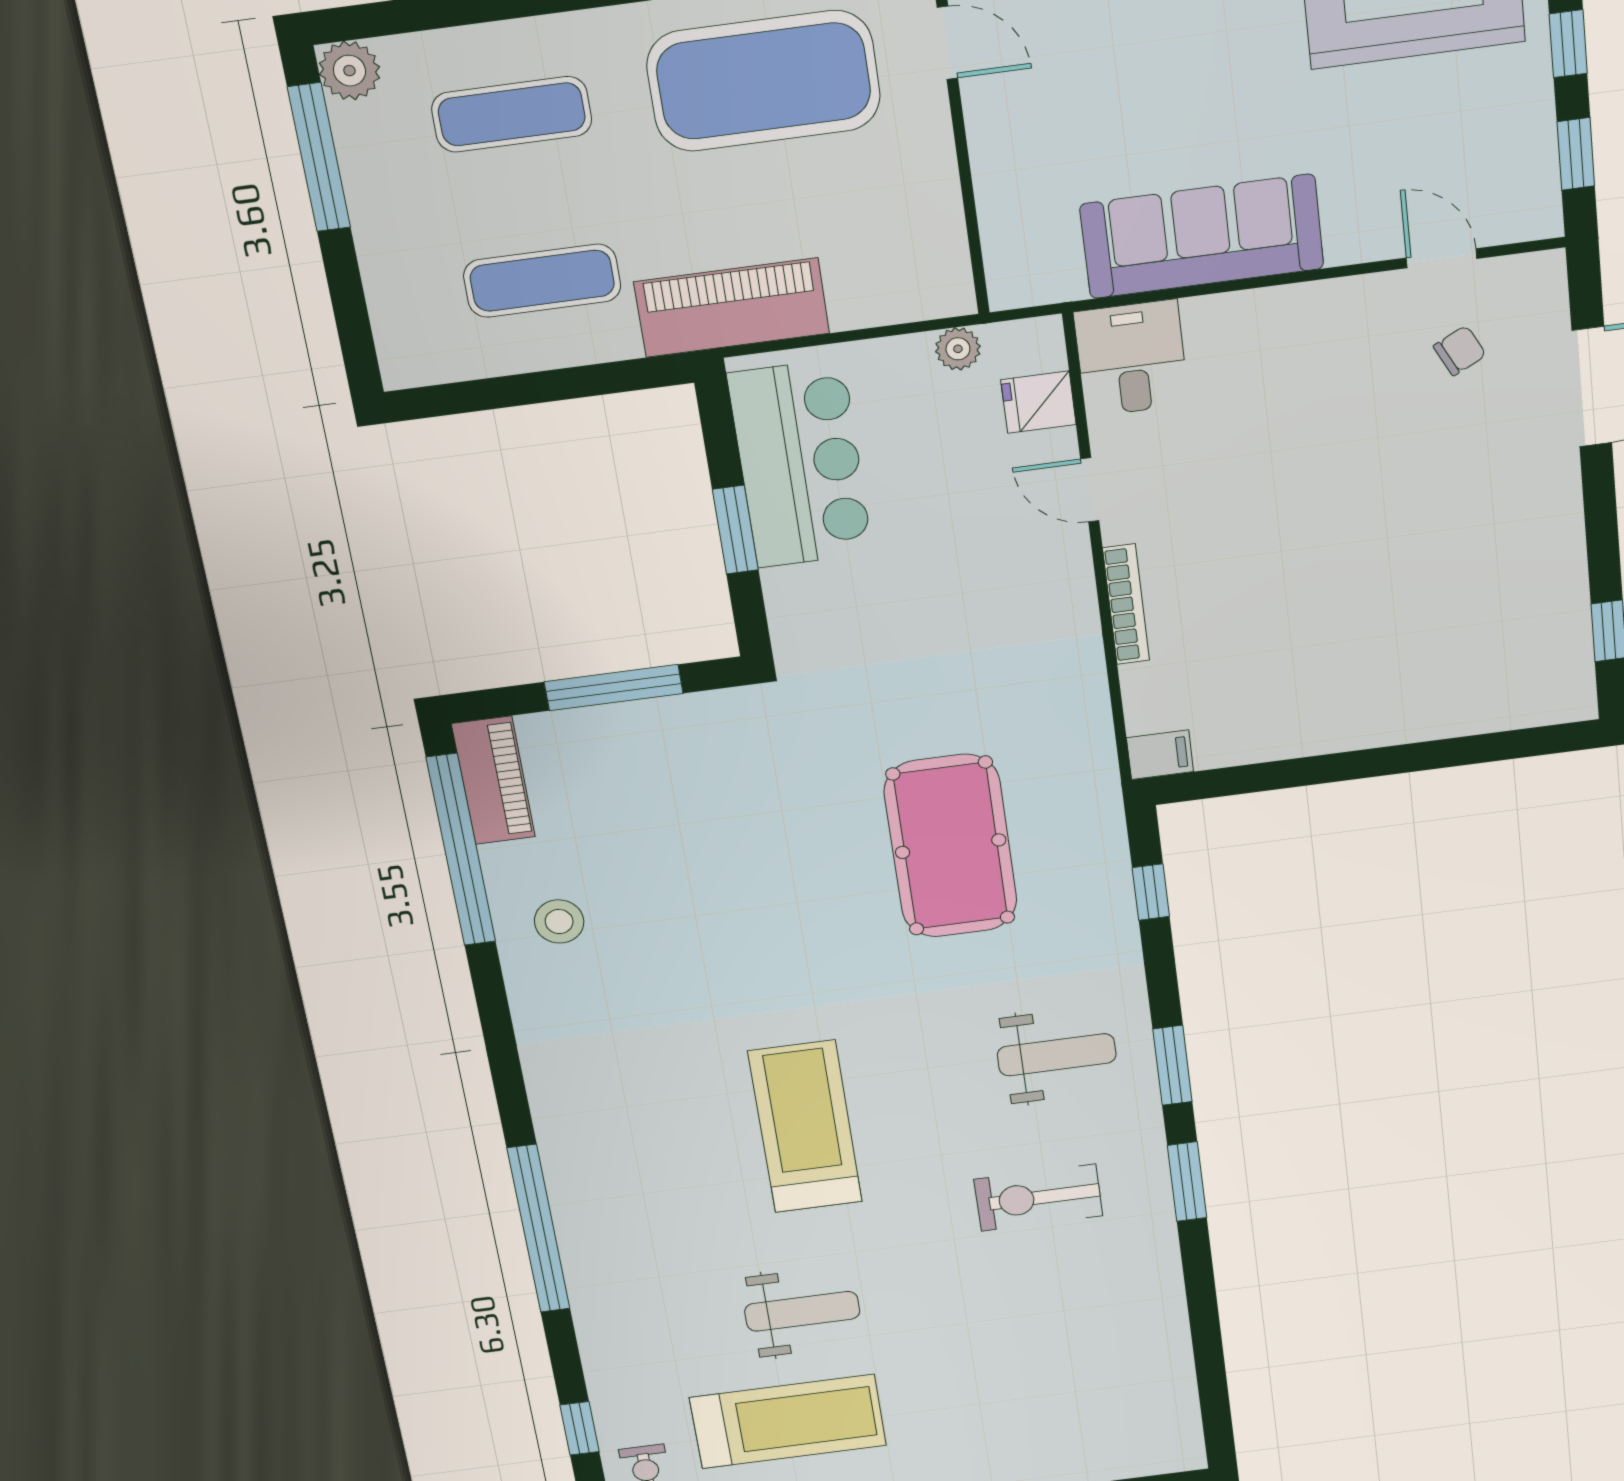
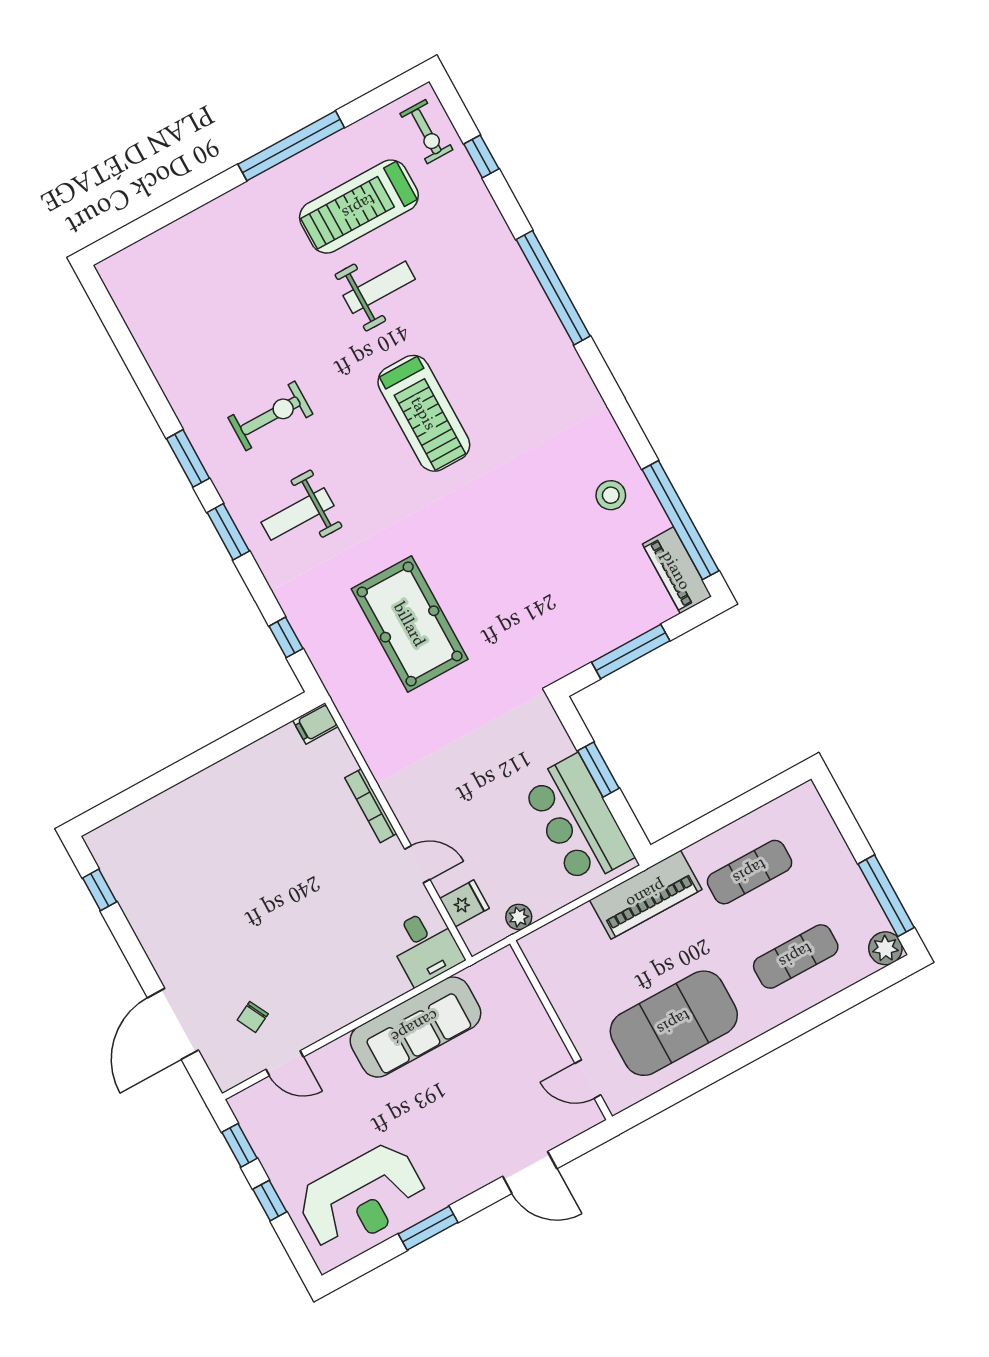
weight bench: (802, 1311) -> (379, 287), turned 180

